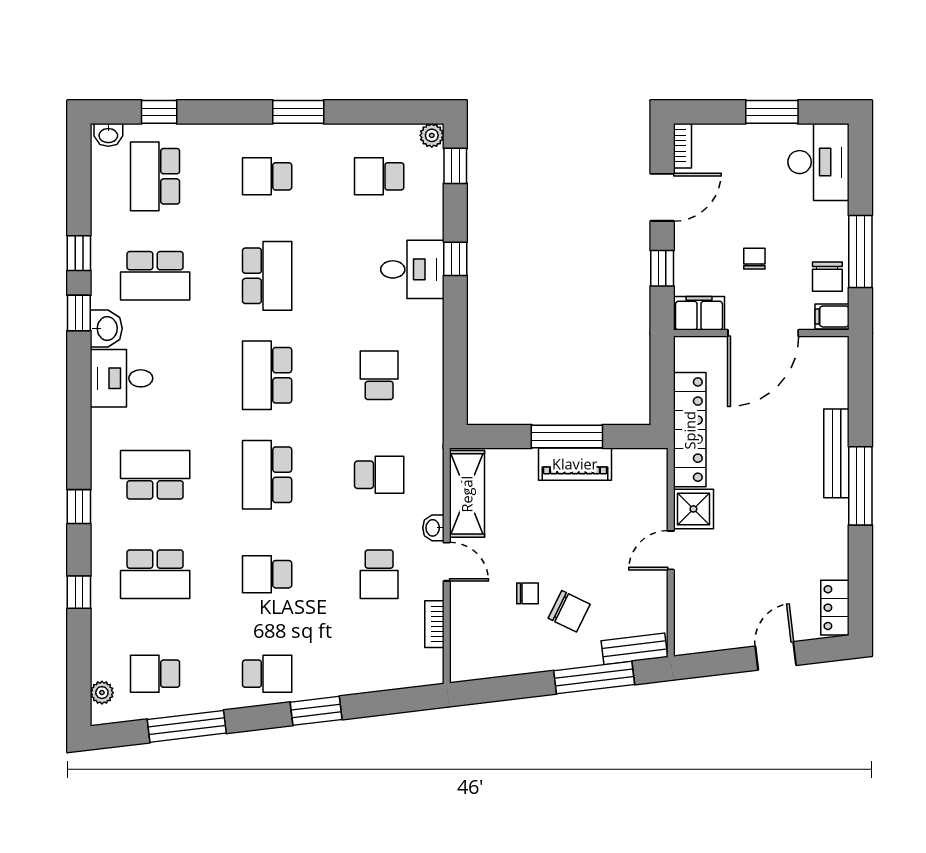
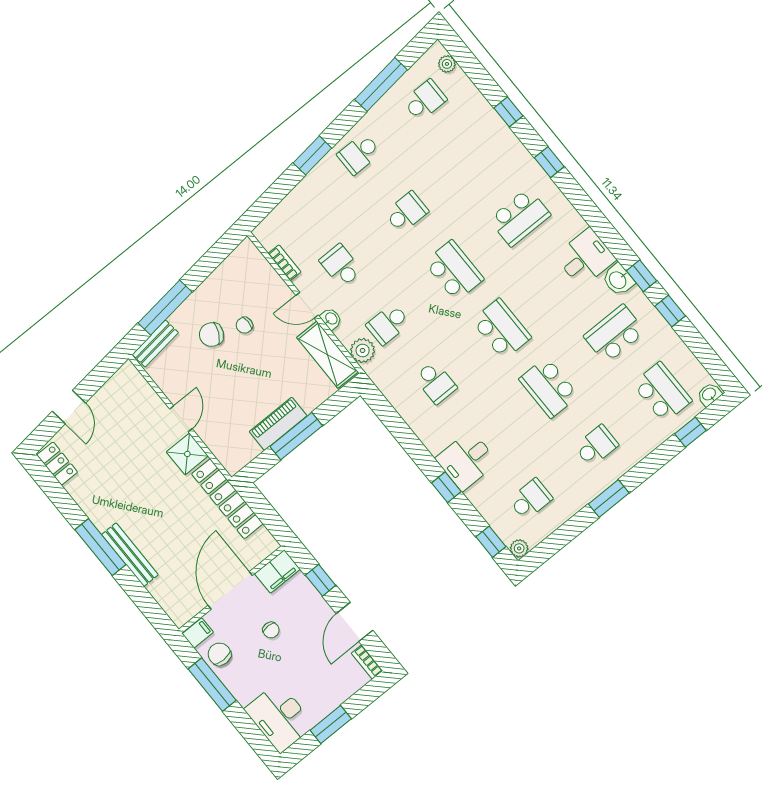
plant: (427, 469) -> (363, 351), added
school desk: (155, 574) -> (472, 159), removed

